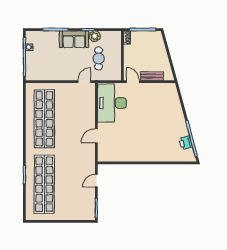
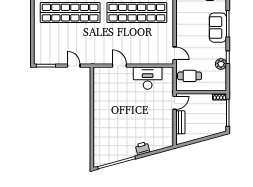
sofa: (74, 39) -> (218, 28), moved
cafe table: (99, 58) -> (190, 76), moved
desk: (112, 103) -> (148, 78), width x0.73, depth x0.77
printer: (186, 143) -> (142, 148), moved

